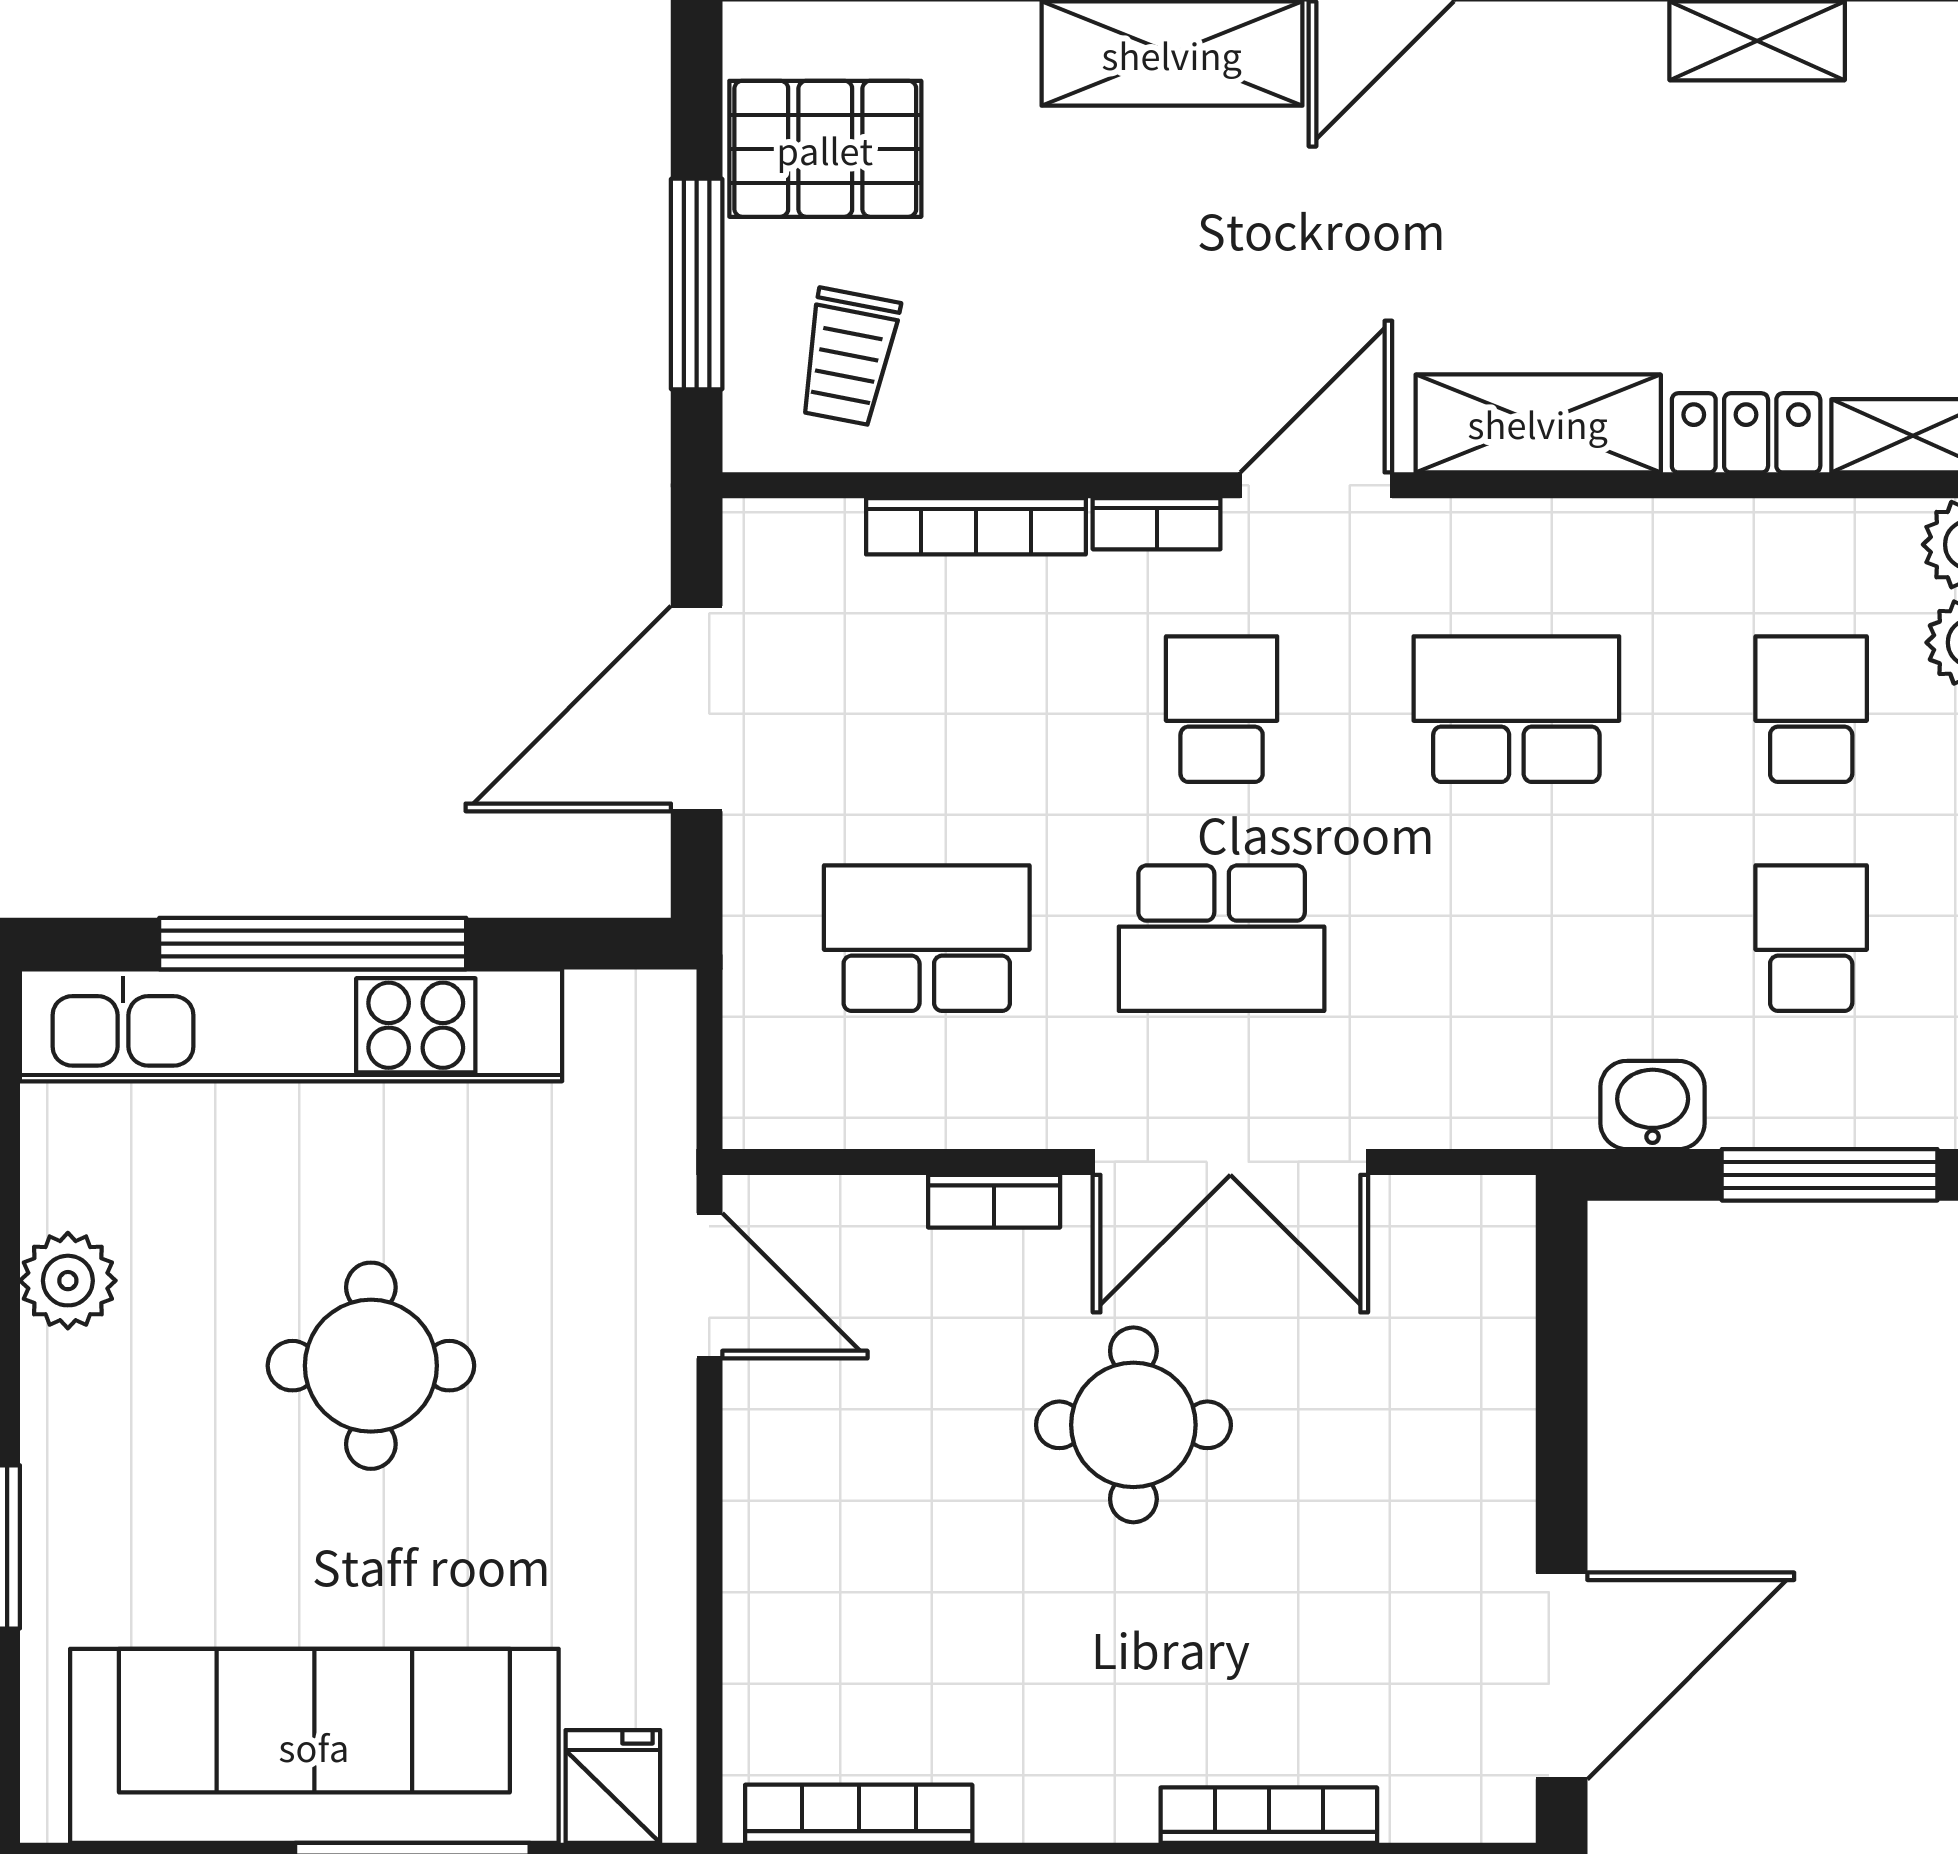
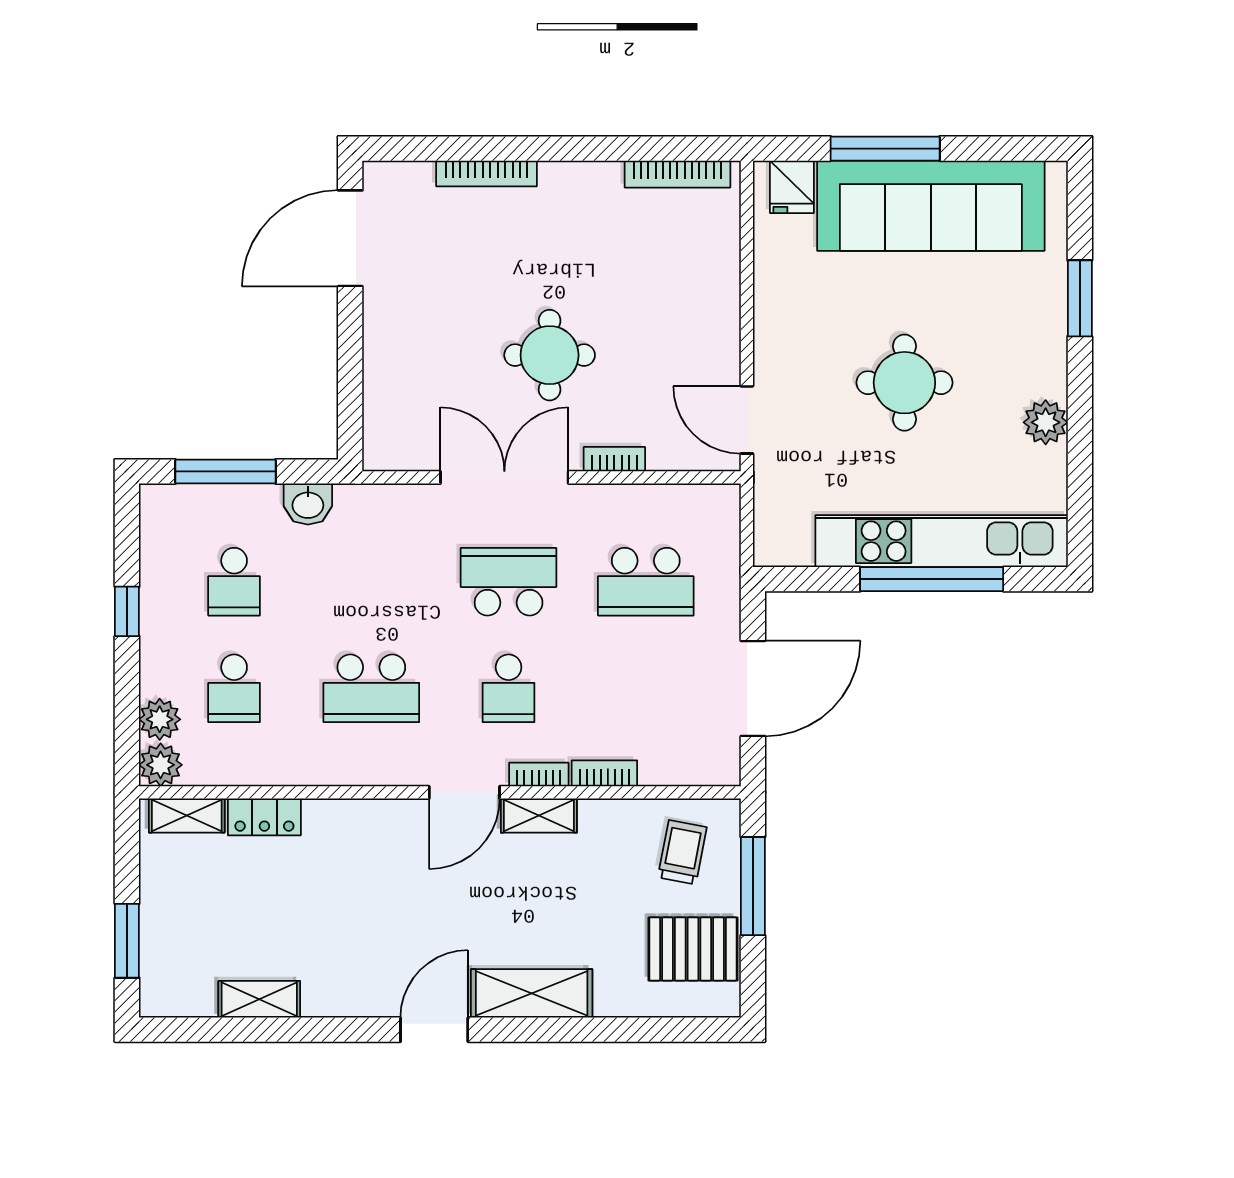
shelving: (1538, 423) -> (539, 816), moved, width x0.67, depth x0.75
bookcase: (976, 526) -> (604, 773), width x0.64

